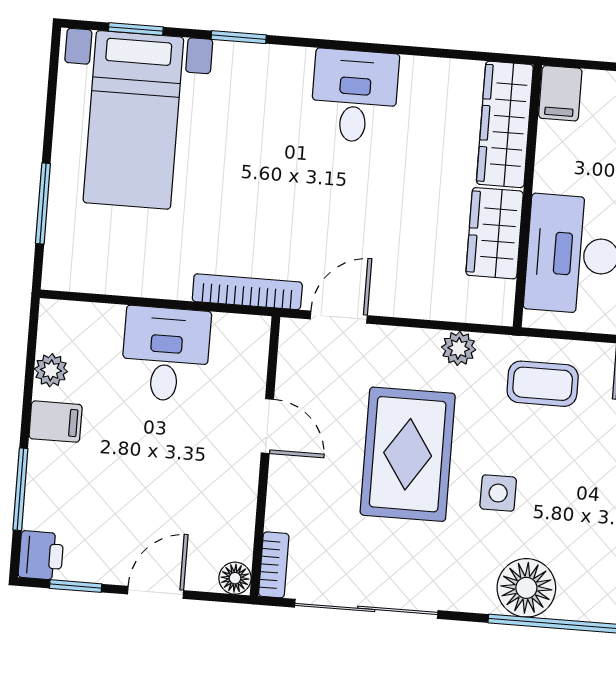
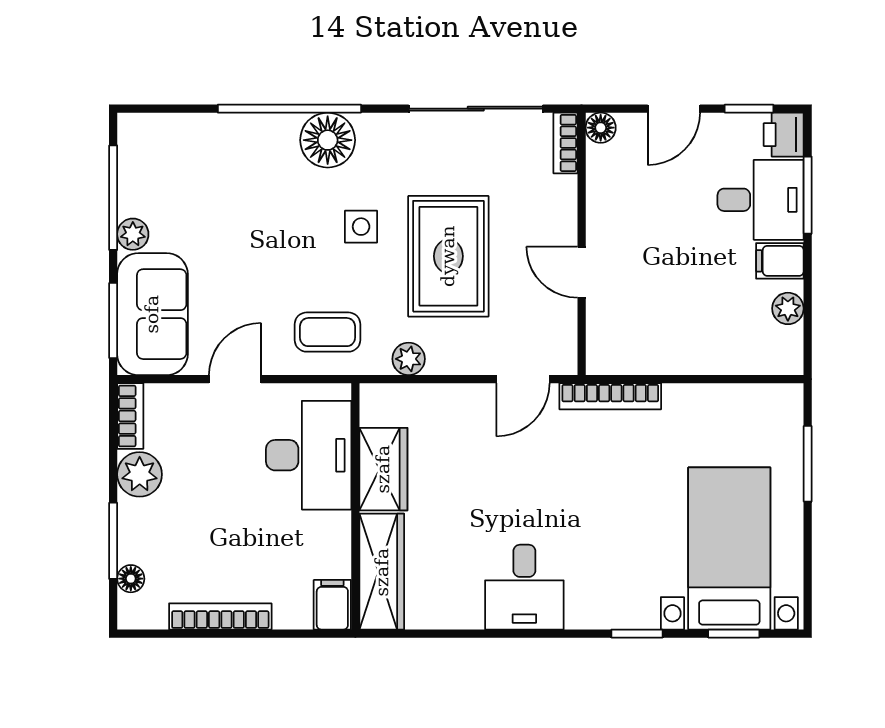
desk: (166, 354) -> (761, 200), moved, turned -90

